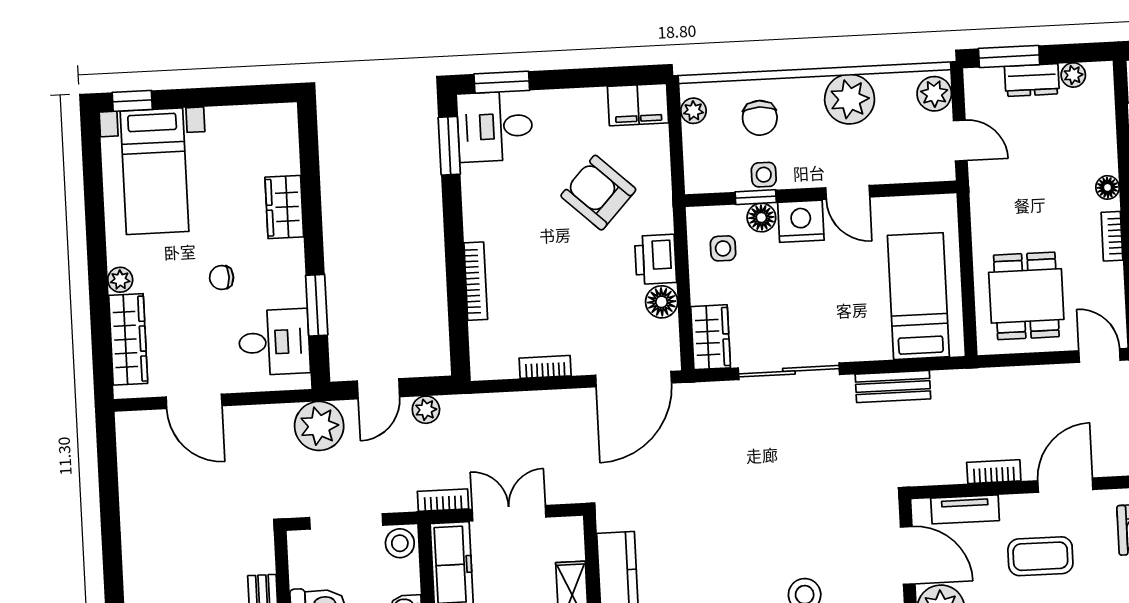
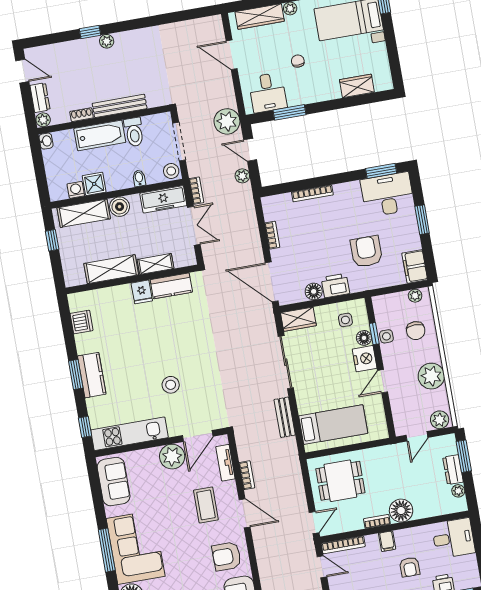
window: (502, 82) -> (422, 220), moved
chair: (760, 118) -> (416, 331), turned -90
desk: (495, 126) -> (387, 195), width x1.37
floor lamp: (1107, 187) -> (401, 511), width x1.89, depth x1.89
armchair: (598, 193) -> (366, 251), turned -43
wardrobe: (284, 207) -> (357, 86), moved
door: (194, 401) -> (232, 55), hinge flipped

